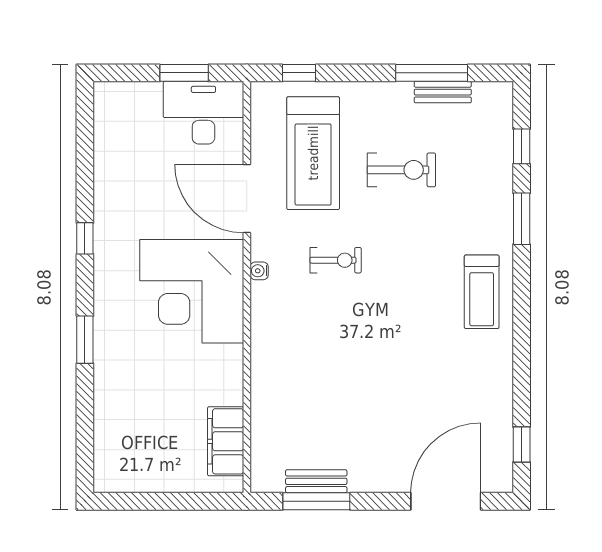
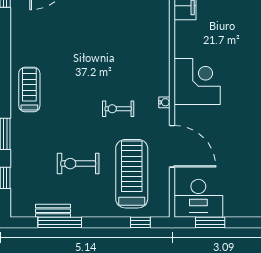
corner desk: (192, 291) -> (197, 82), width x0.74, depth x0.74

